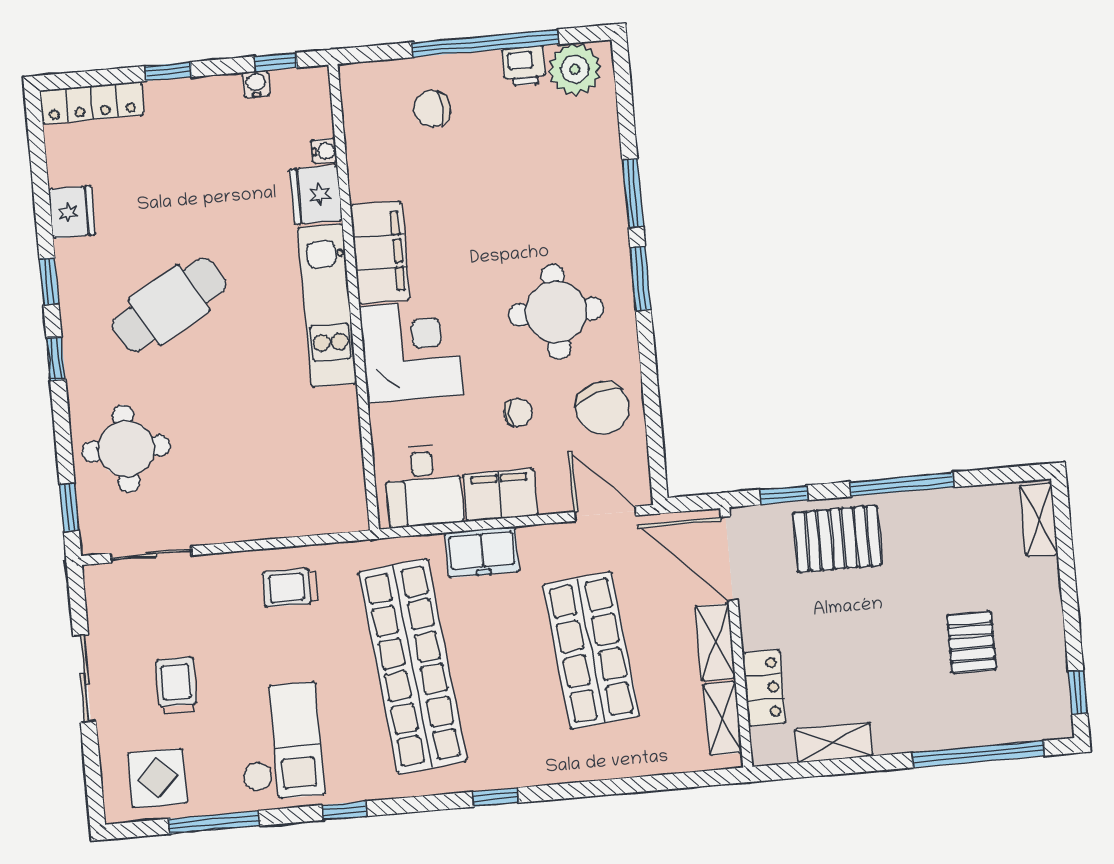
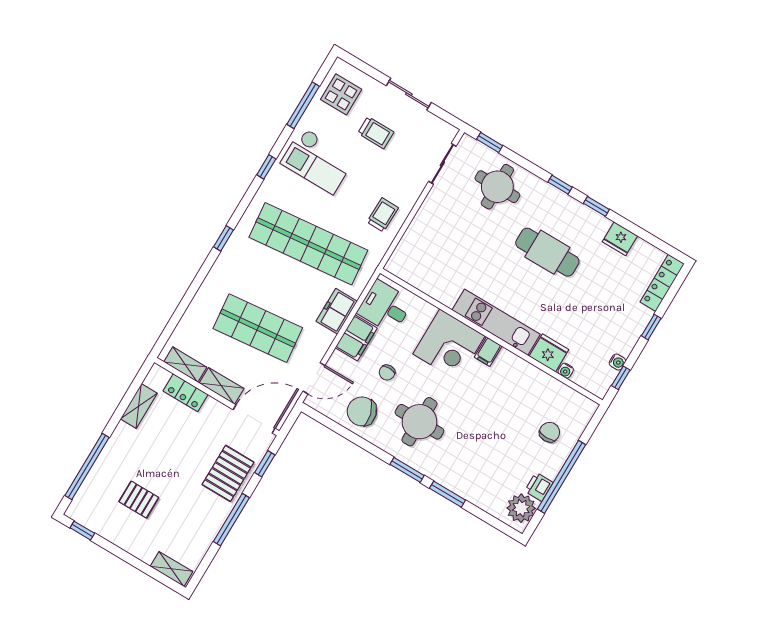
filing cabinet: (380, 252) -> (488, 352), width x0.33, depth x0.86
cafe table: (169, 305) -> (547, 252), turned -60

